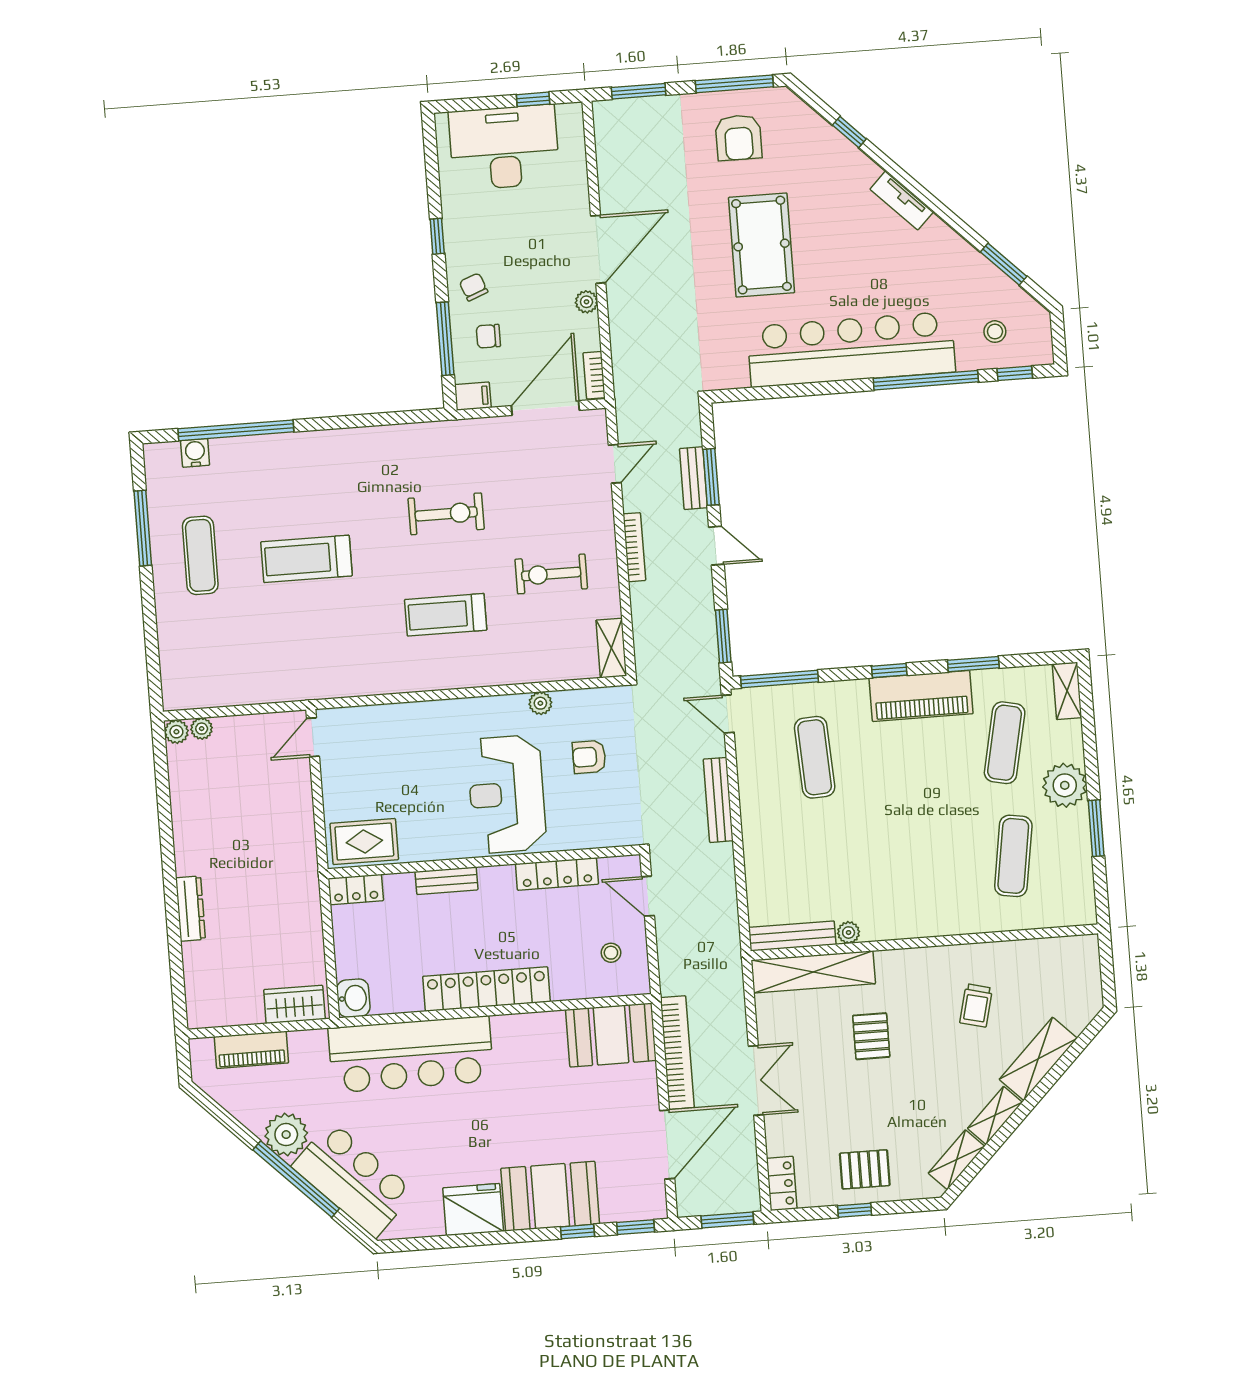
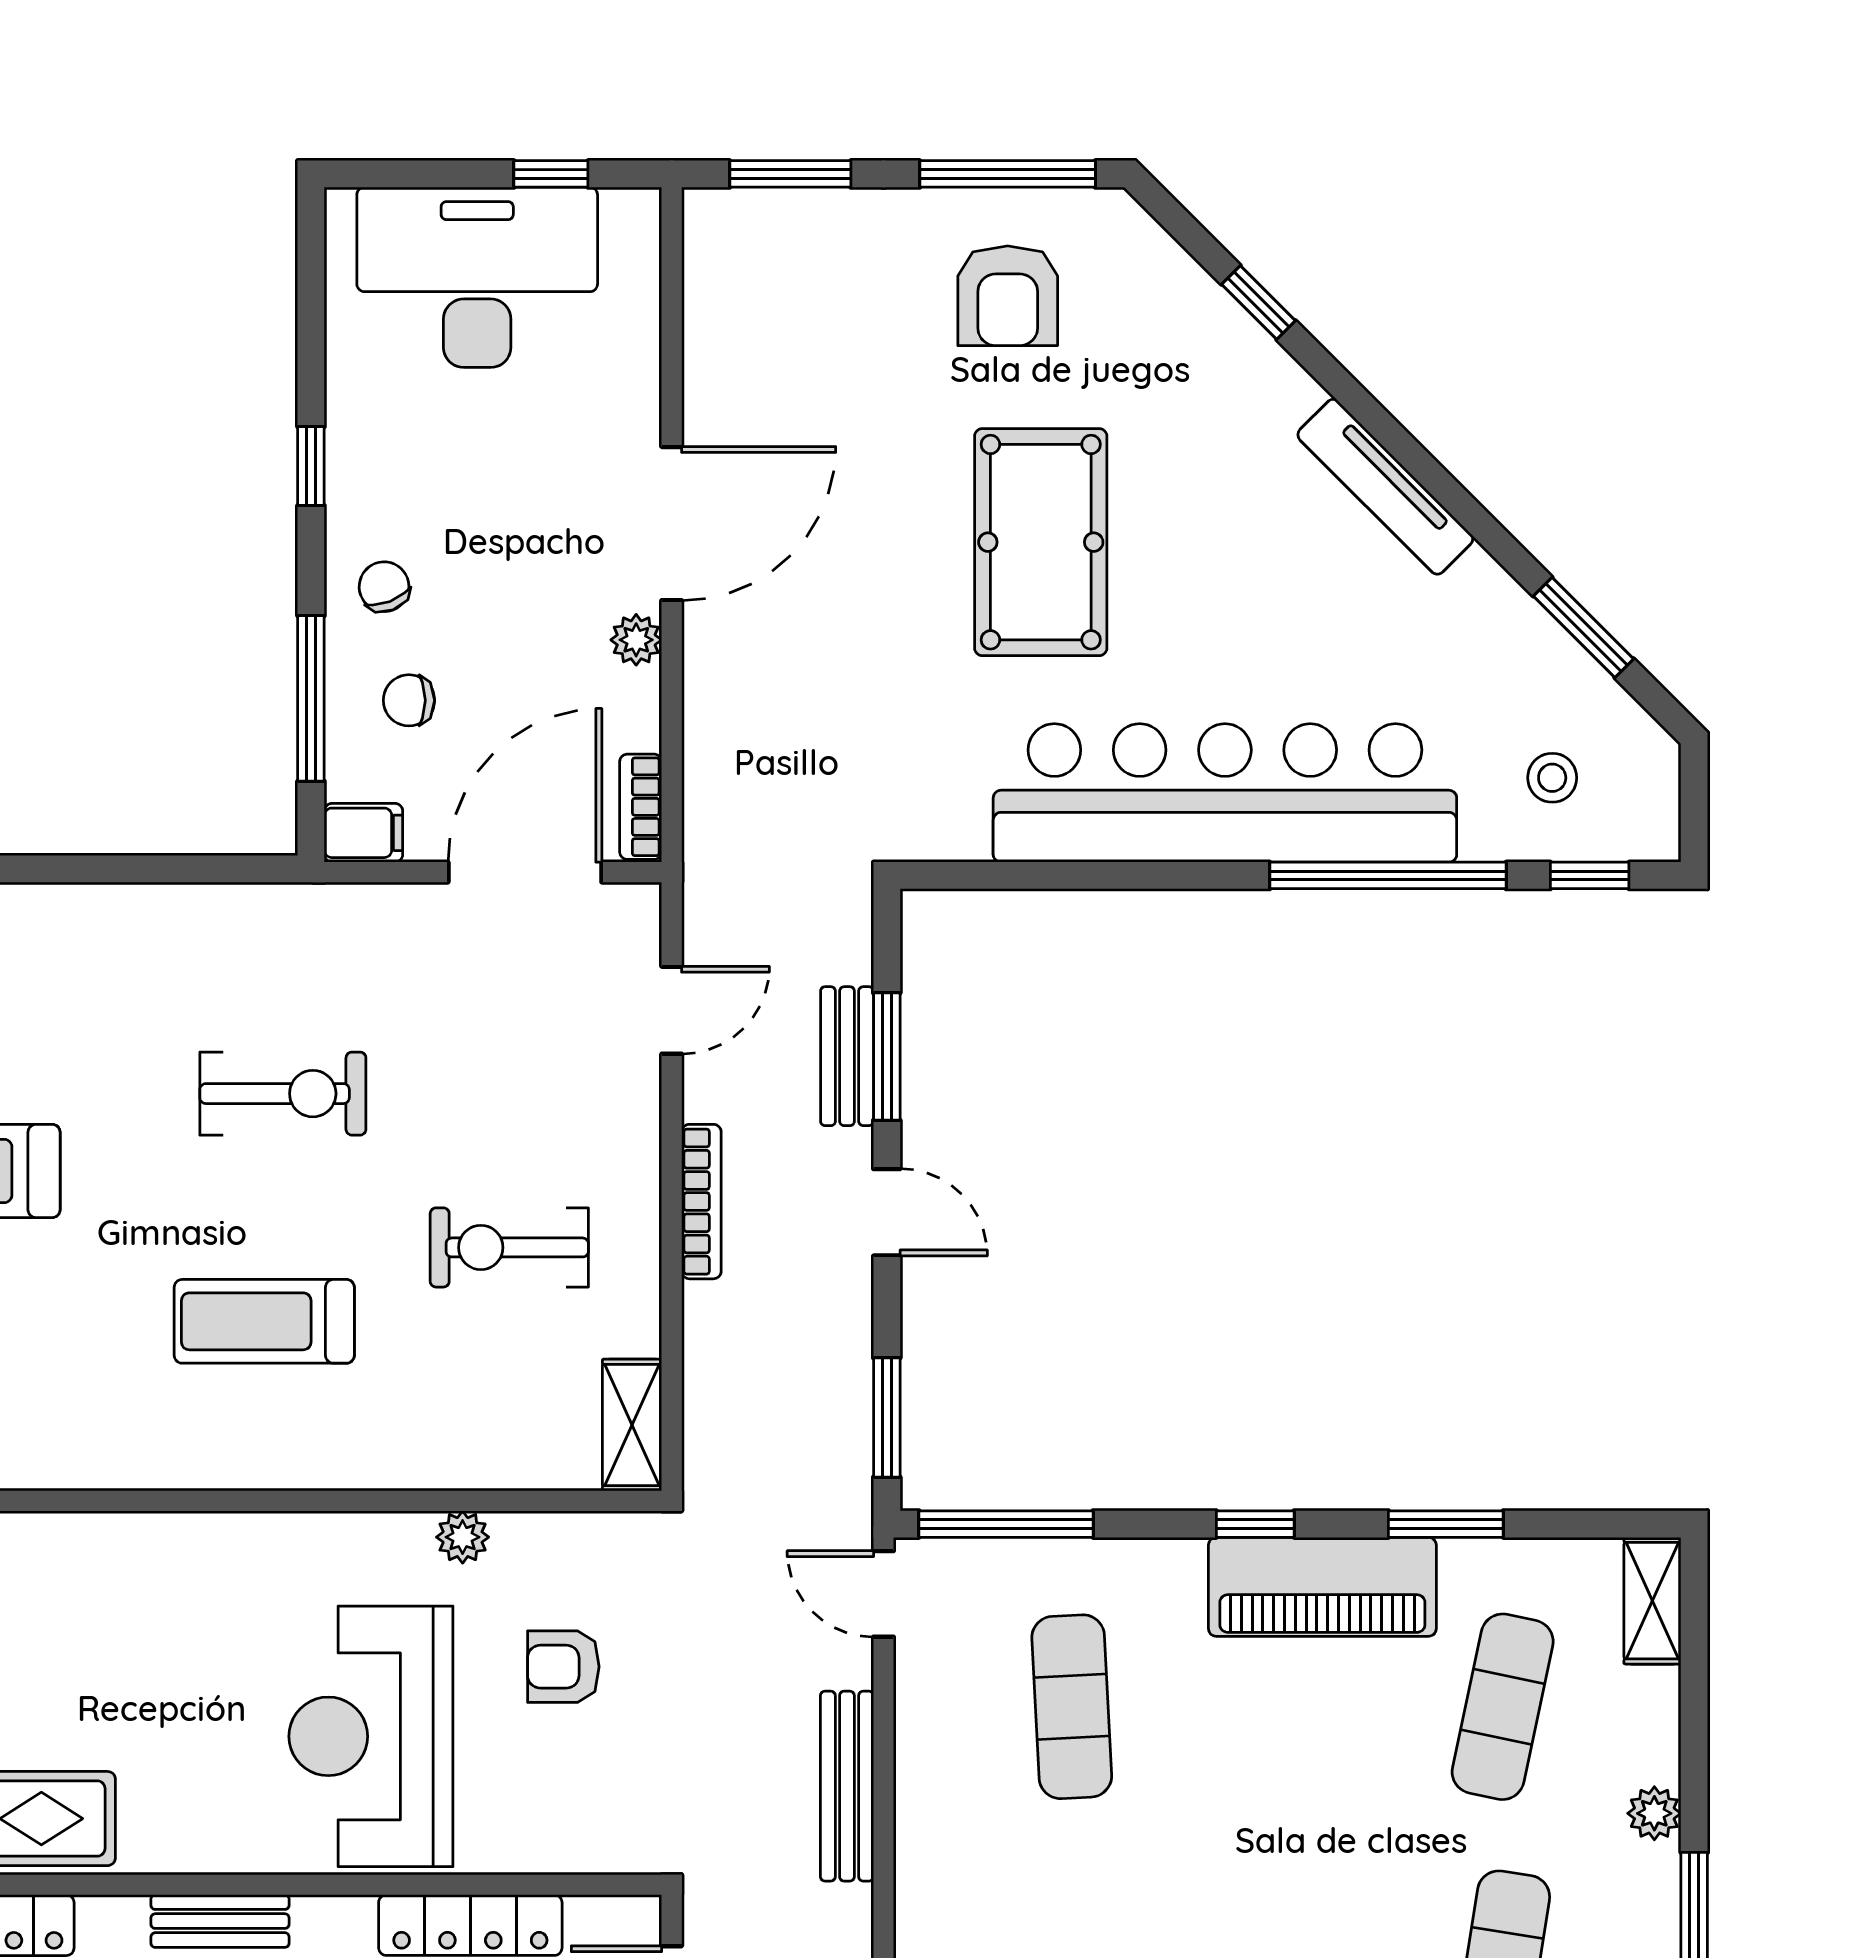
tv unit: (902, 200) -> (1385, 487), width x1.41
plant: (1065, 785) -> (1654, 1813), width x0.53, depth x0.53

